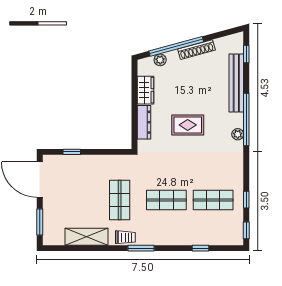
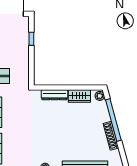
plant: (160, 60) -> (100, 96), moved
rug: (188, 125) -> (52, 129), removed

